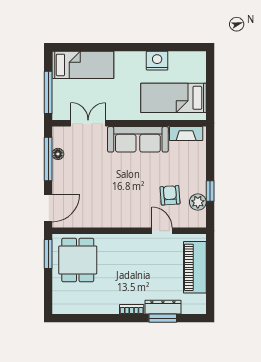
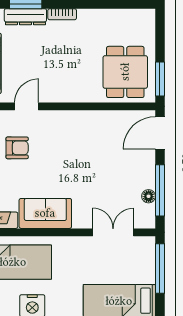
double door: (88, 123) -> (113, 232), swing flipped
sofa: (138, 139) -> (45, 213), width x0.73
armchair: (170, 195) -> (17, 148), turned -86
door: (162, 231) -> (27, 106), swing flipped

